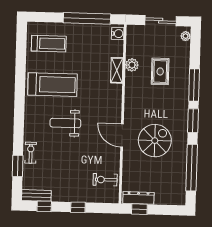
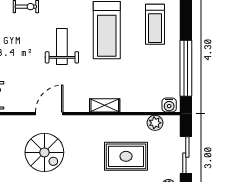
plant: (132, 65) -> (155, 123), moved
shelving: (117, 70) -> (105, 105), moved
rug: (160, 71) -> (126, 156), width x1.36, depth x1.43

